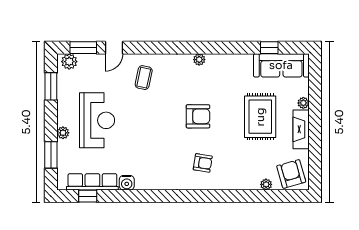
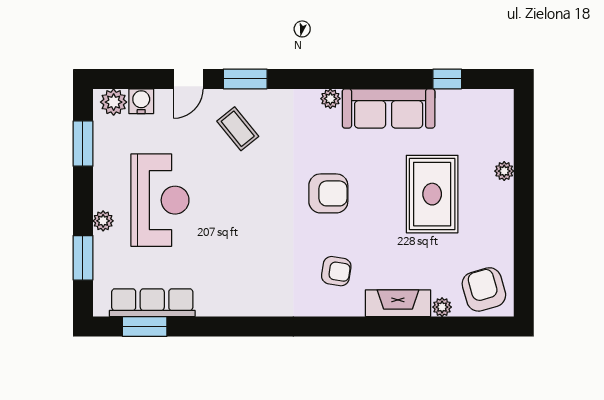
window: (83, 48) -> (245, 79), moved
sofa: (281, 65) -> (389, 108), moved
coffee table: (144, 78) -> (238, 129), turned -51
fireplace: (301, 129) -> (398, 303), moved, turned 90
water cooler: (127, 183) -> (141, 101), moved, turned 180
window: (88, 196) -> (145, 326), width x1.50

